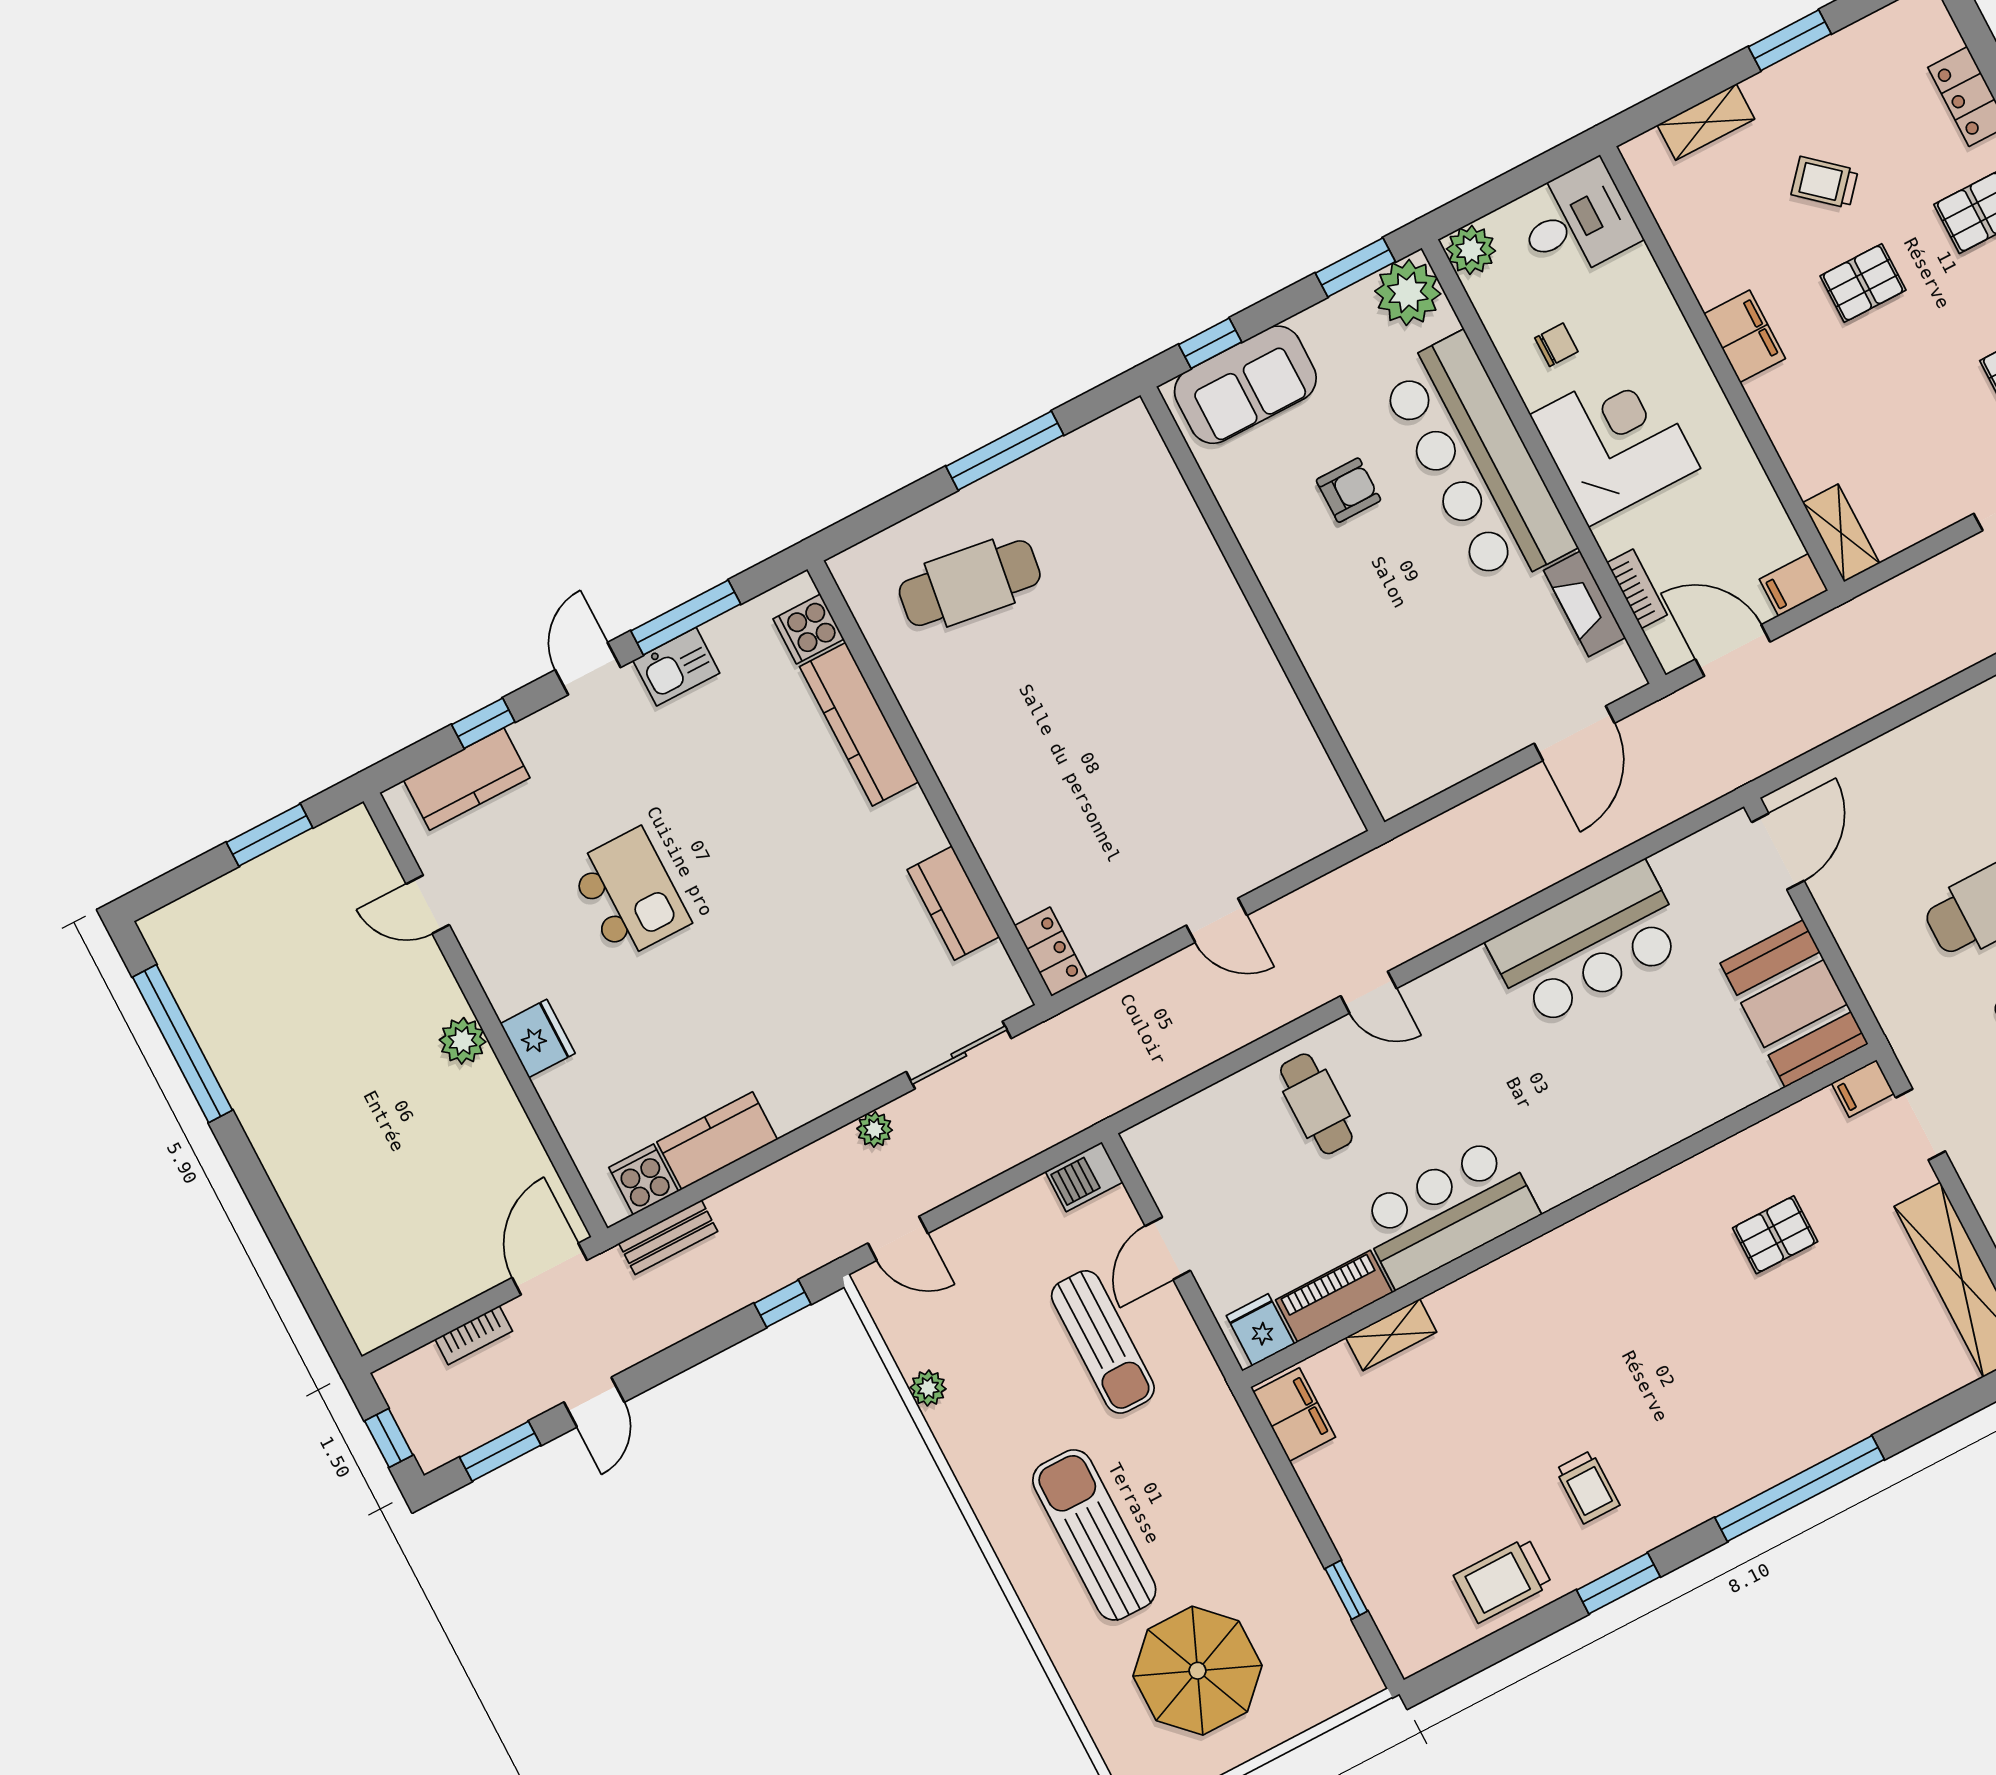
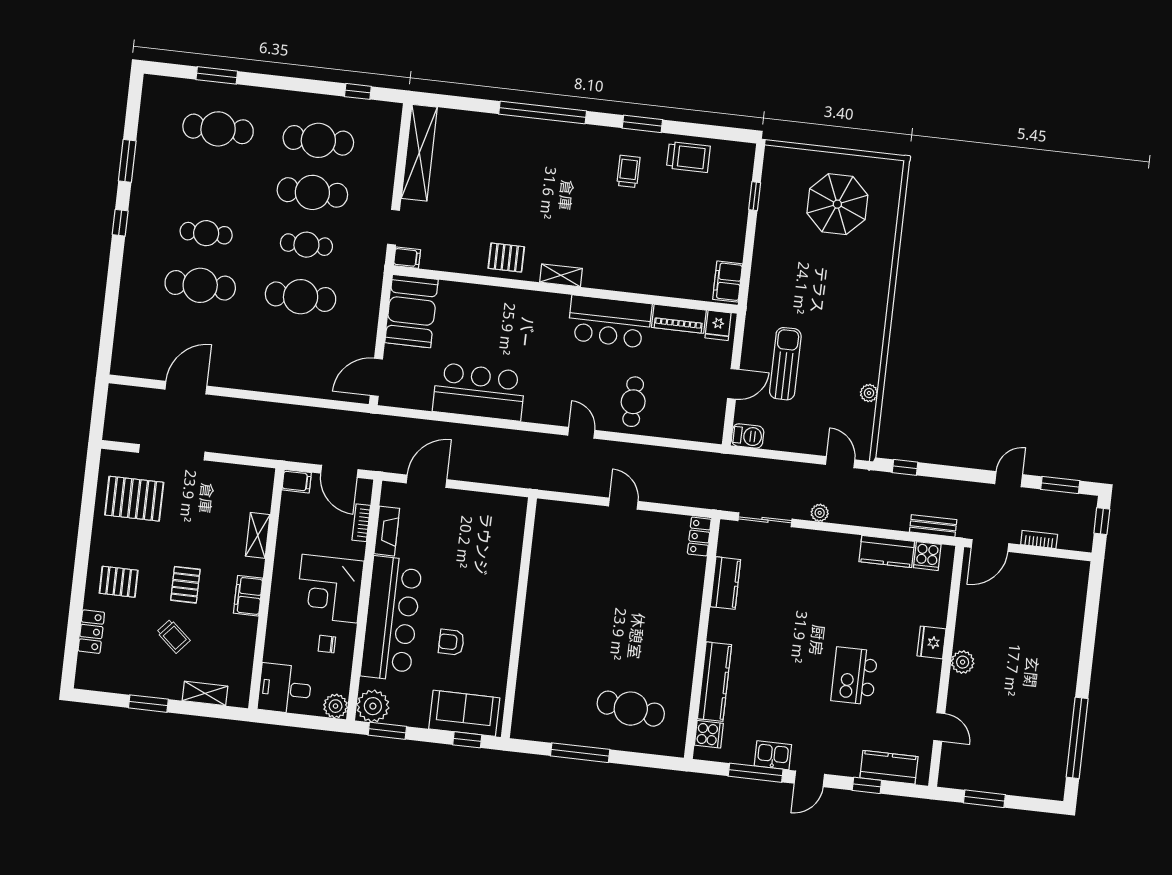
pallet: (1863, 283) -> (185, 585), turned 90
shelving: (1841, 533) -> (258, 535), moved
pallet: (1775, 1235) -> (506, 258), moved
shelving: (1391, 1335) -> (561, 275), moved
sun lounger: (1094, 1535) -> (842, 288), removed

